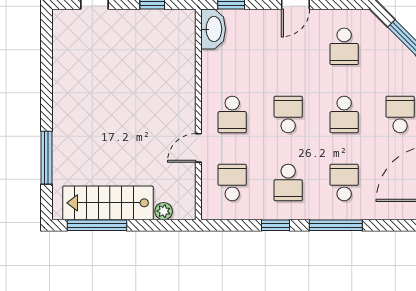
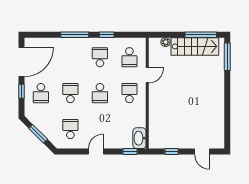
window: (46, 158) -> (227, 57), moved
school desk: (344, 183) -> (70, 57), removed

